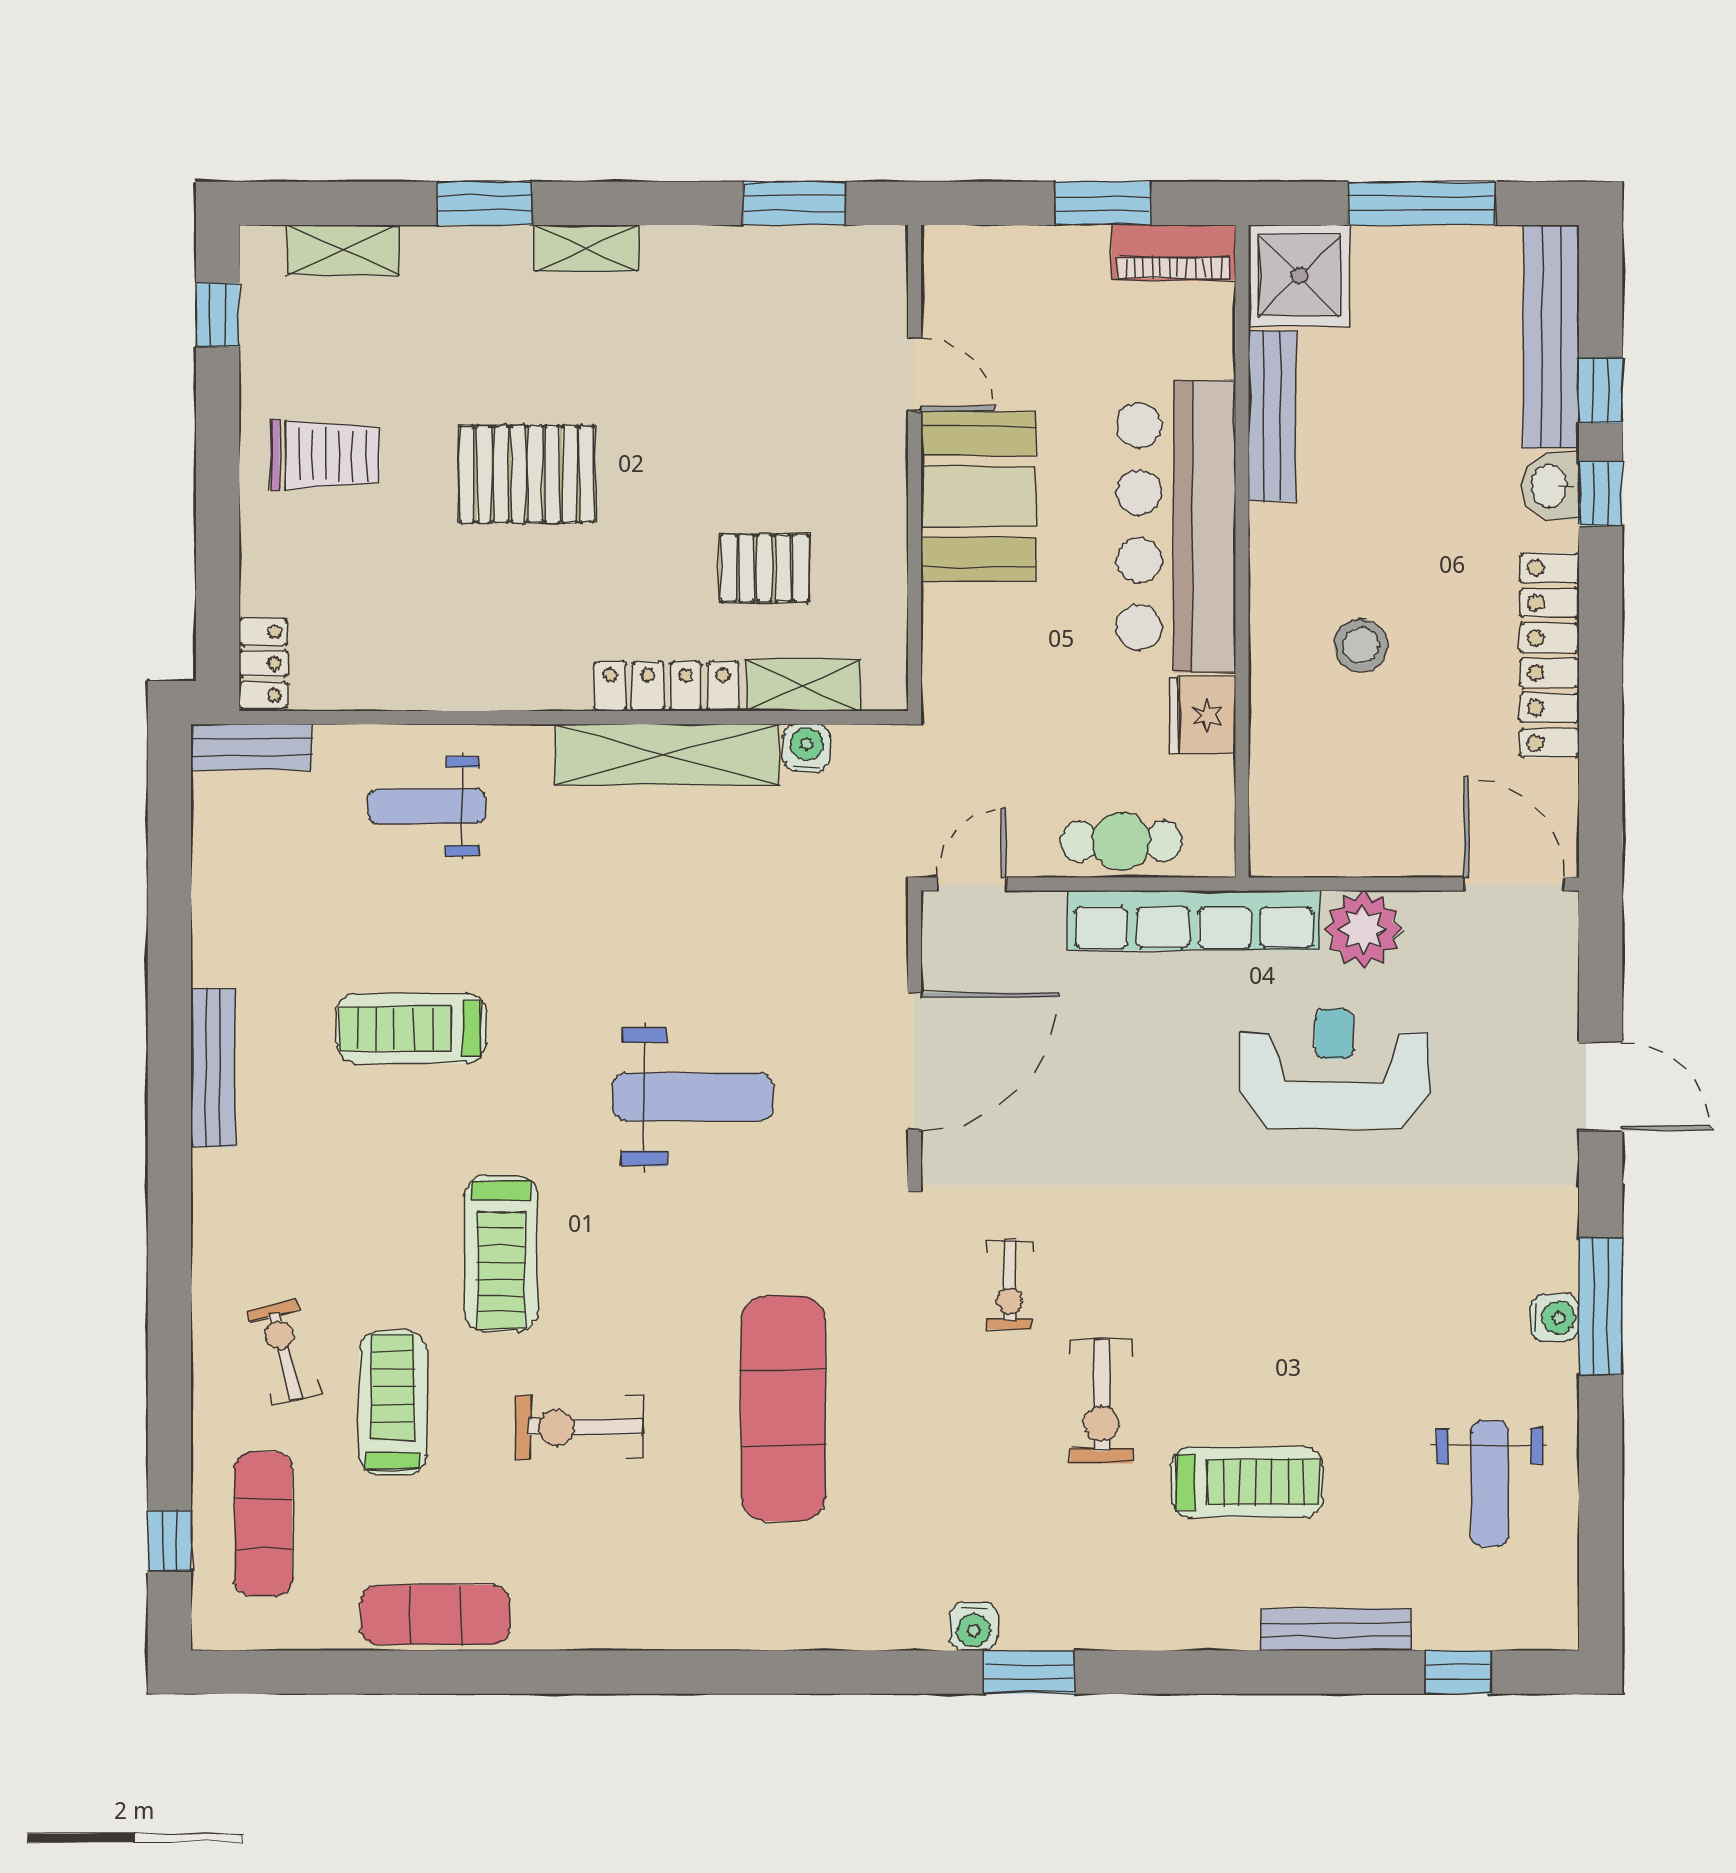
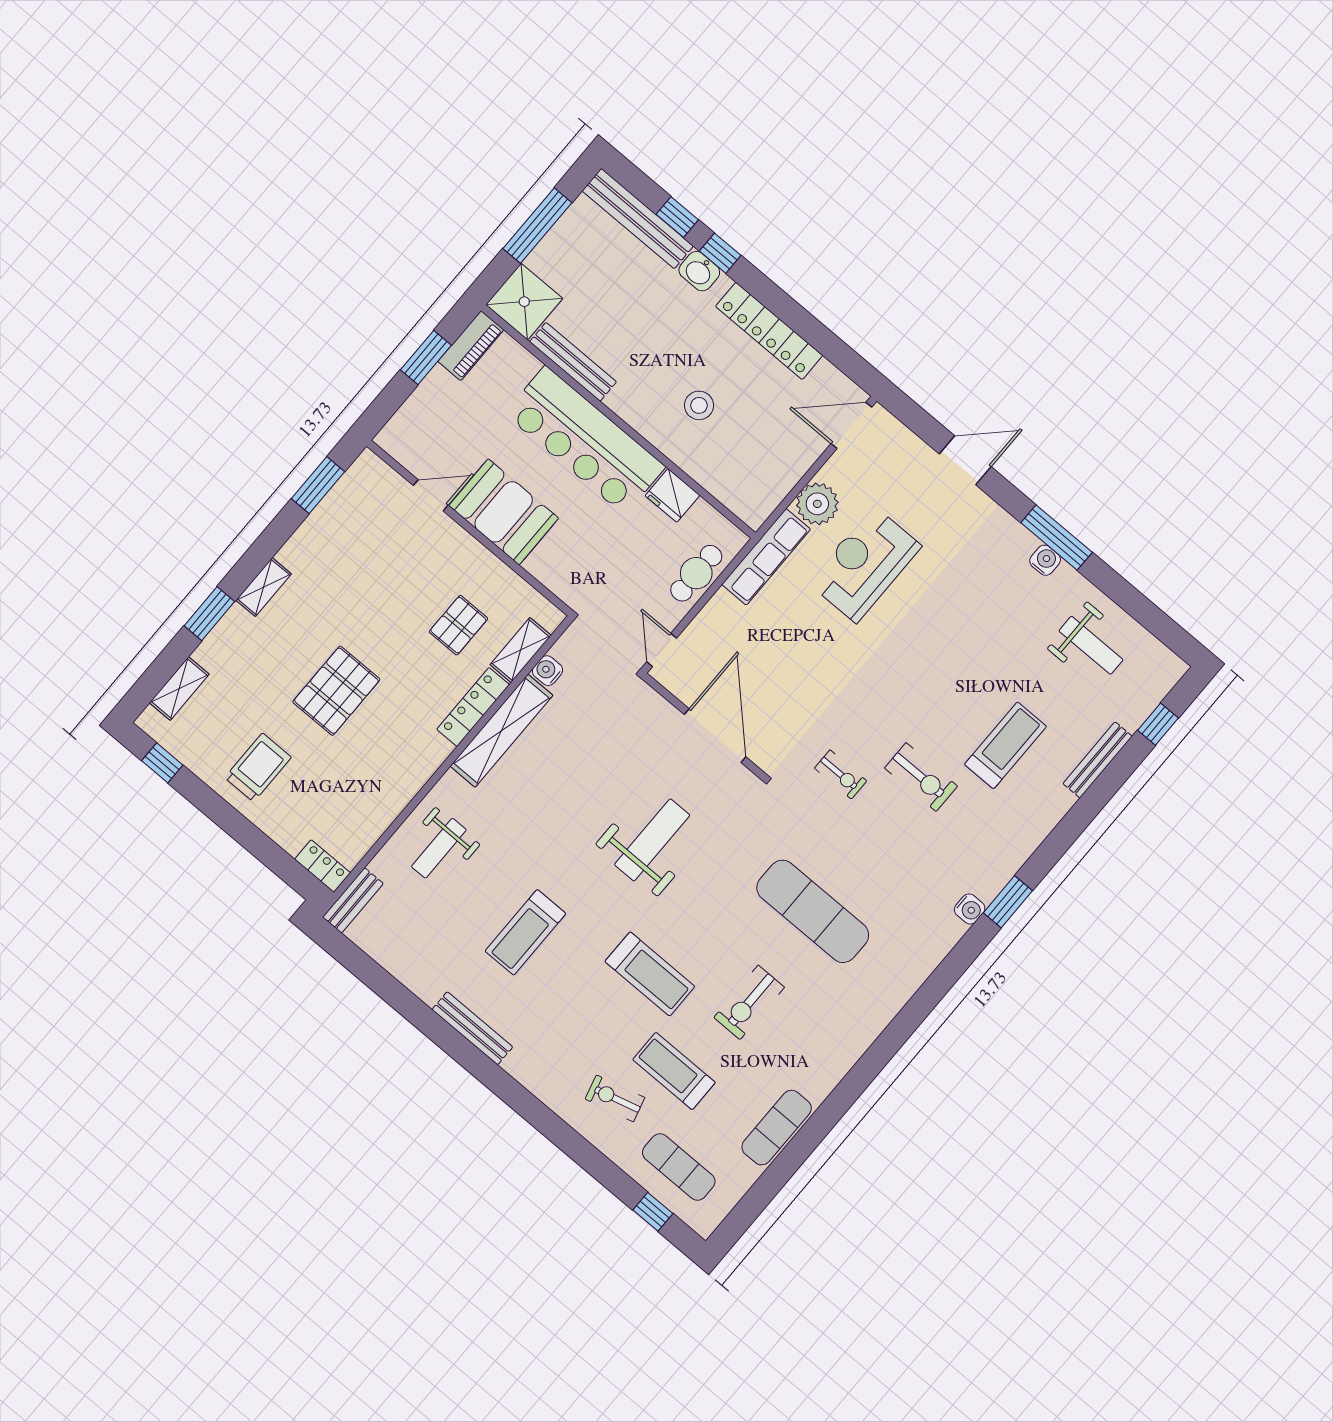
row of seats: (1194, 920) -> (766, 557), width x0.73

